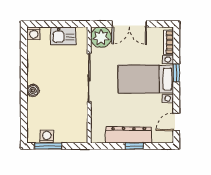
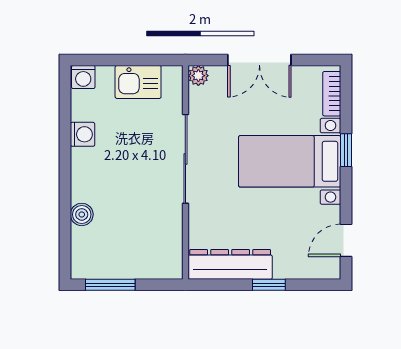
plant: (101, 37) -> (198, 76), width x0.53, depth x0.53
boiler: (33, 90) -> (82, 214), moved
dresser: (129, 135) -> (230, 264), moved
washing machine: (47, 136) -> (83, 134), moved, turned 90

